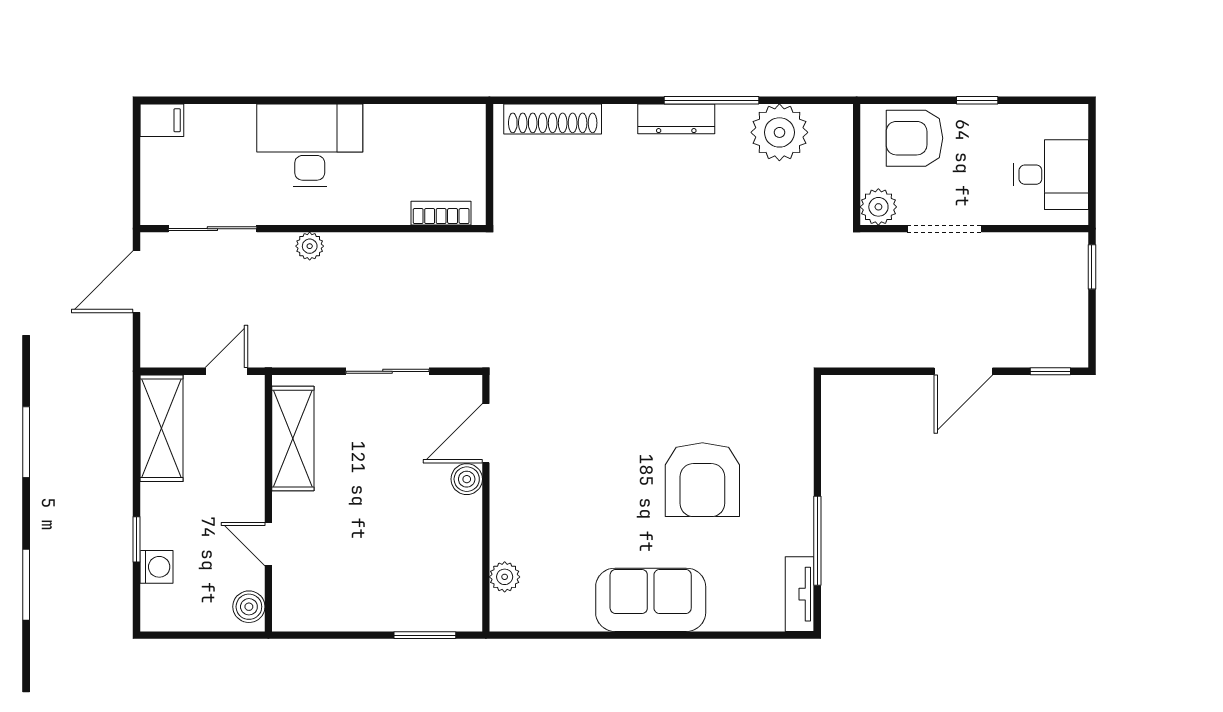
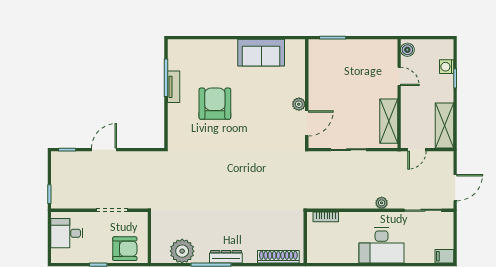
plant: (878, 207) -> (140, 220), removed
boiler: (467, 479) -> (315, 104), removed
plant: (505, 577) -> (299, 104), moved
tv unit: (800, 594) -> (174, 87), moved
sofa: (651, 600) -> (261, 53), moved

